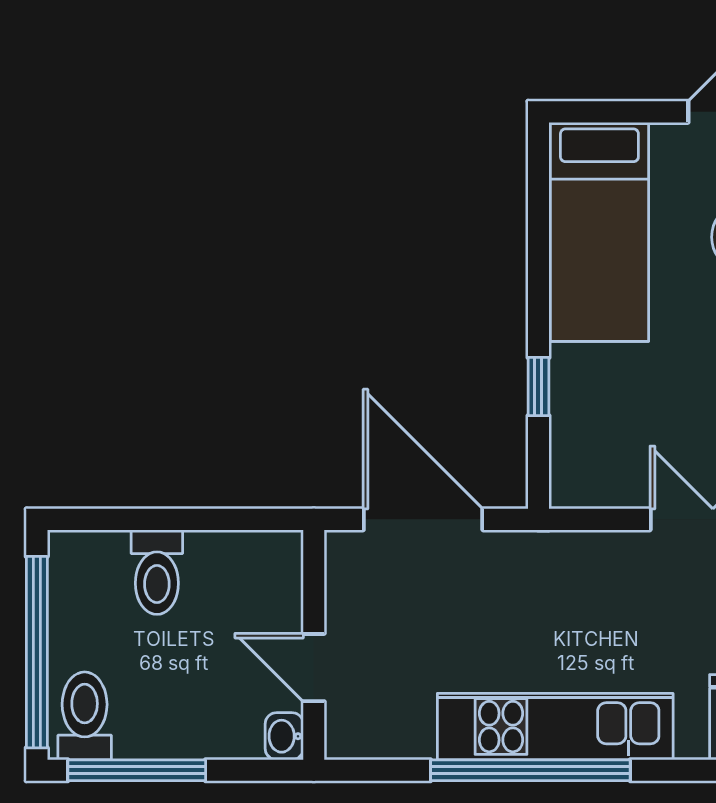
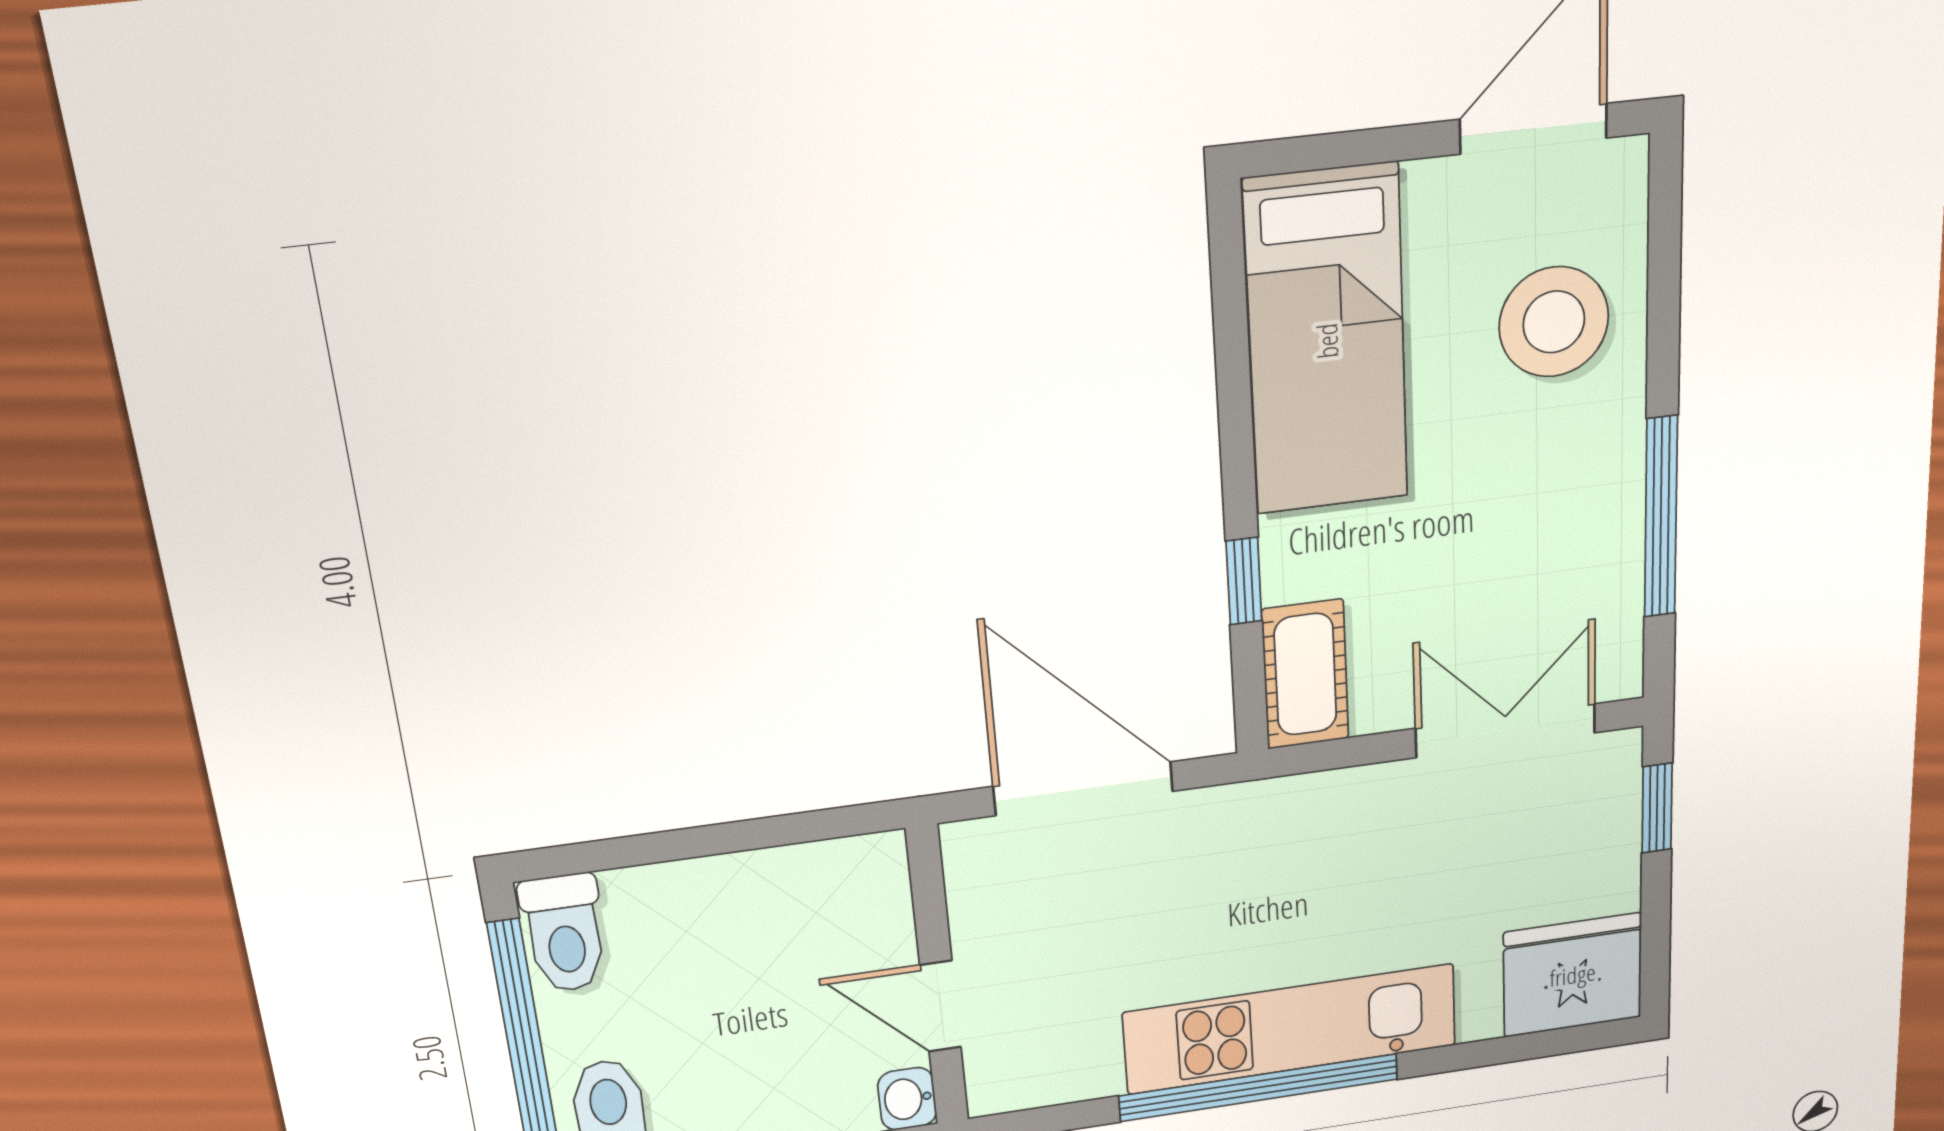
cot: (576, 458) -> (1305, 674), added
toilet: (157, 572) -> (565, 933), moved

